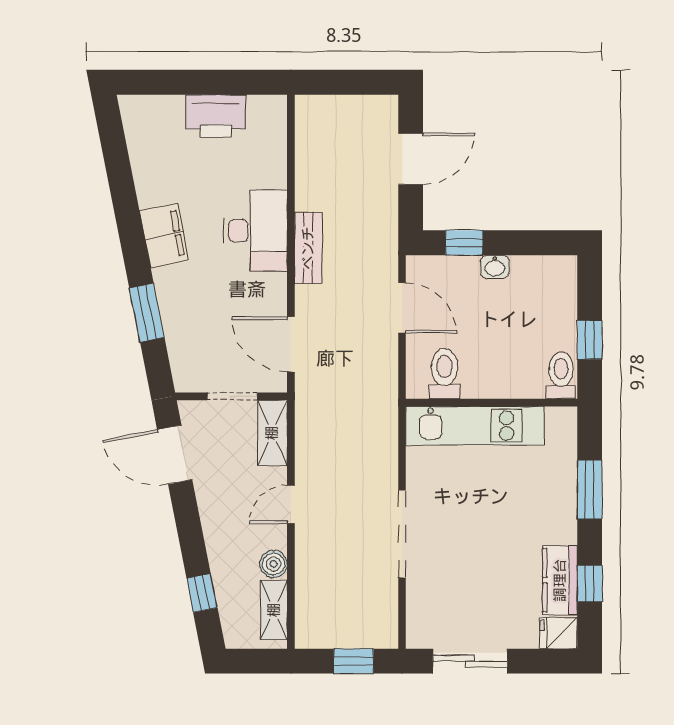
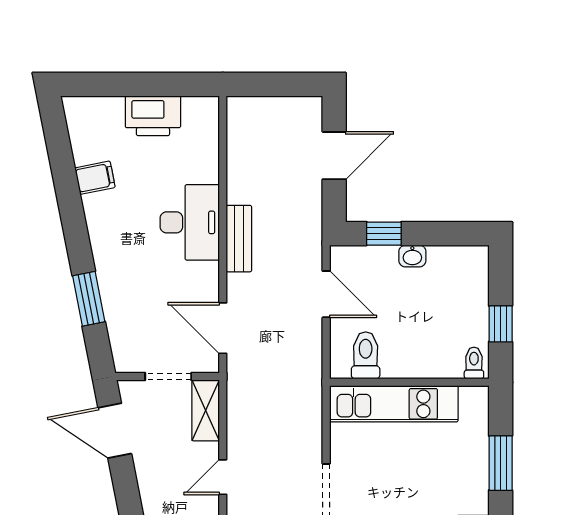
filing cabinet: (164, 235) -> (95, 178), moved, width x0.50
toilet: (561, 375) -> (474, 363), width x0.73, depth x0.72

